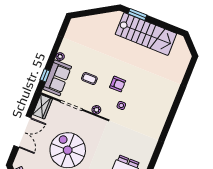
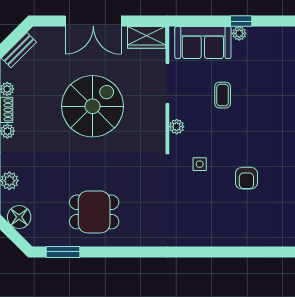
window: (45, 75) -> (241, 21), moved
armchair: (118, 84) -> (246, 178), moved

